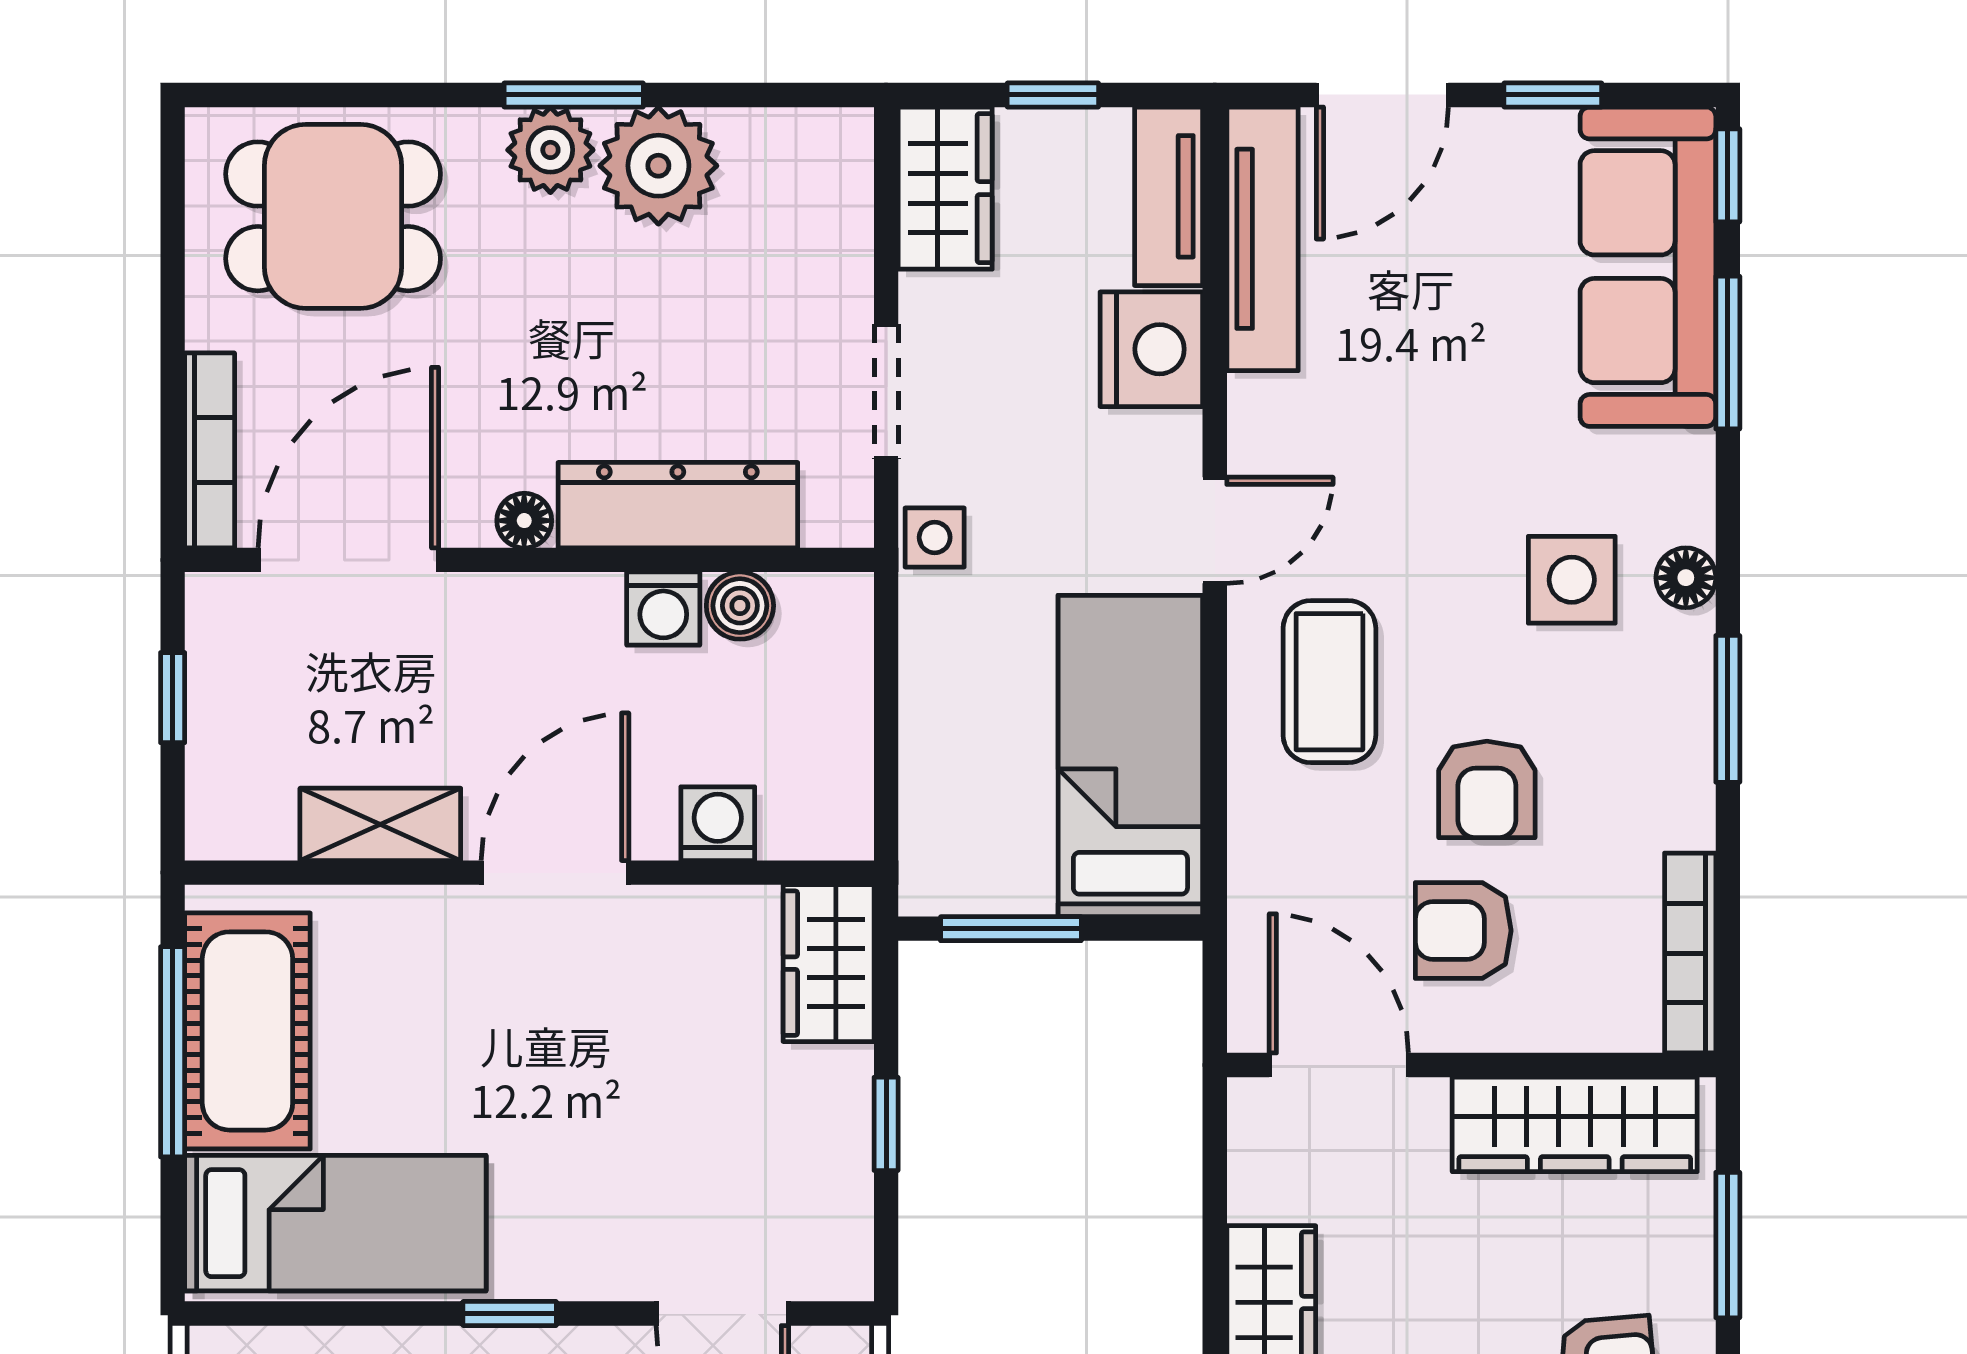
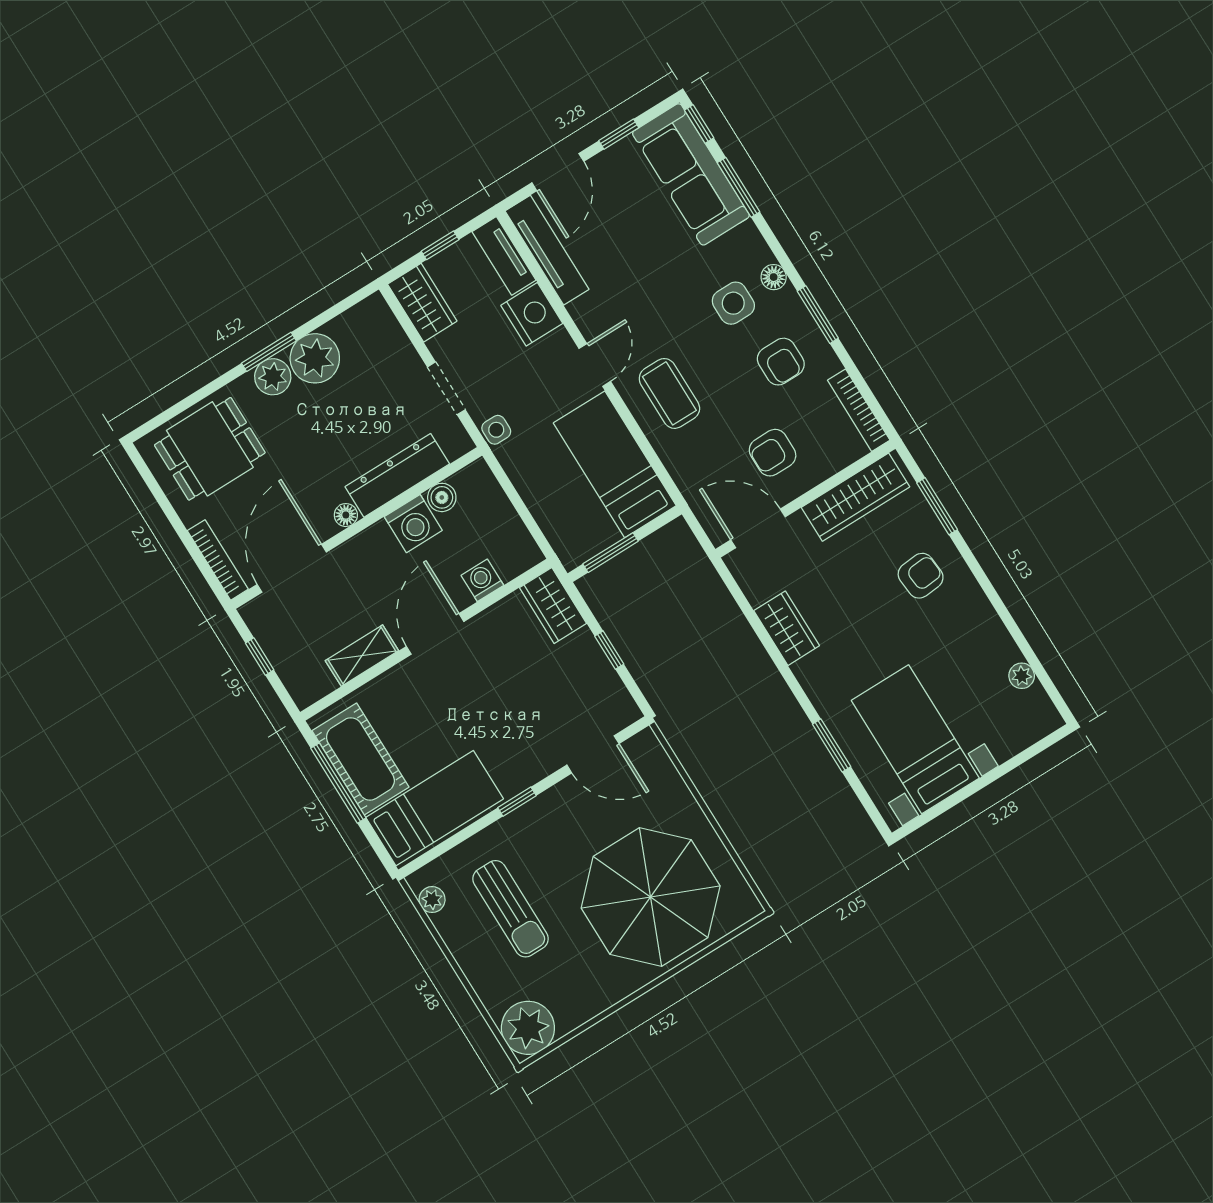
washing machine: (663, 609) -> (413, 524), width x1.38, depth x1.38
armchair: (1487, 789) -> (781, 362), moved

